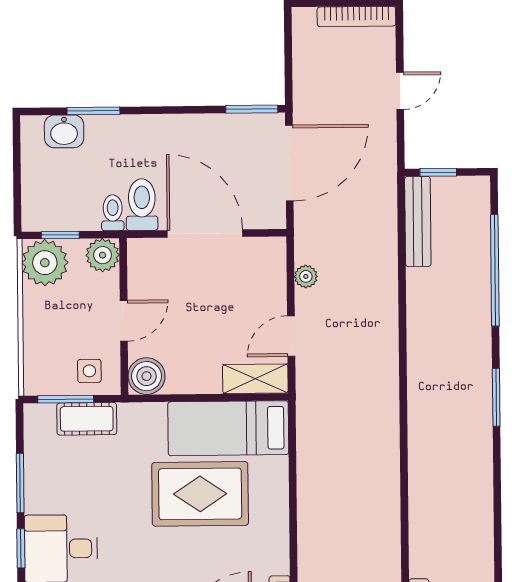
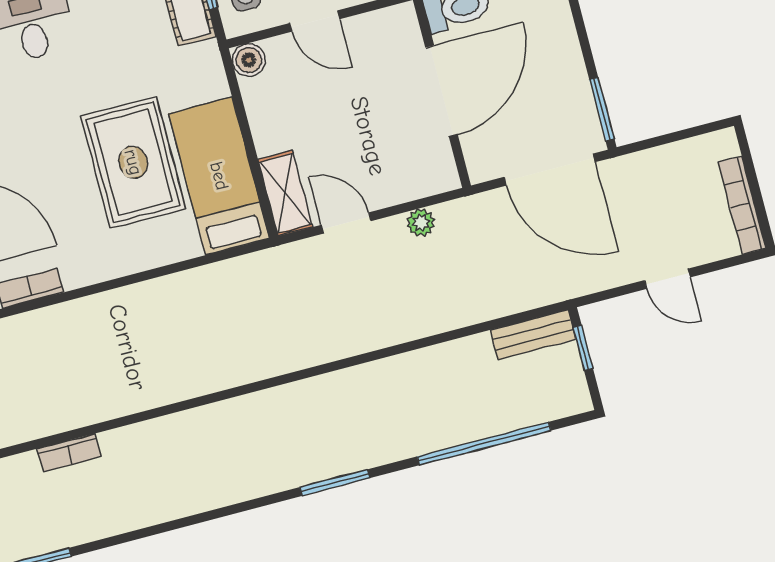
bench: (418, 221) -> (533, 335), width x0.73
boiler: (147, 376) -> (249, 60), width x0.73, depth x0.73

